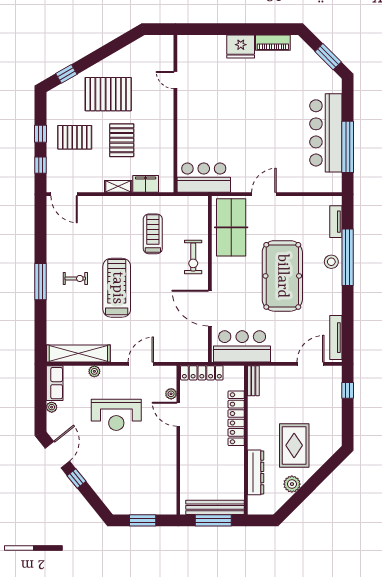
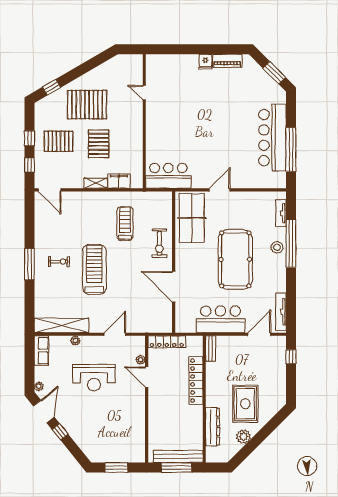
fridge: (241, 47) -> (205, 62), width x0.53, depth x0.75
bar counter: (242, 346) -> (220, 319), moved
plant: (52, 407) -> (39, 386), moved

